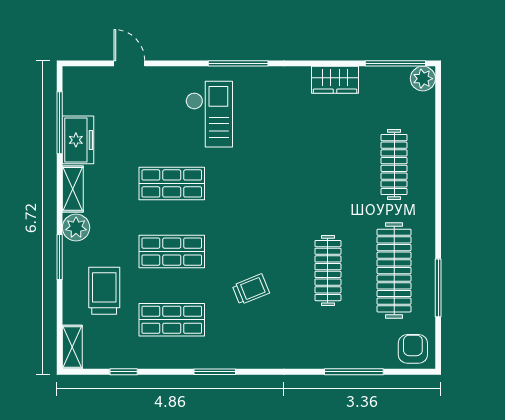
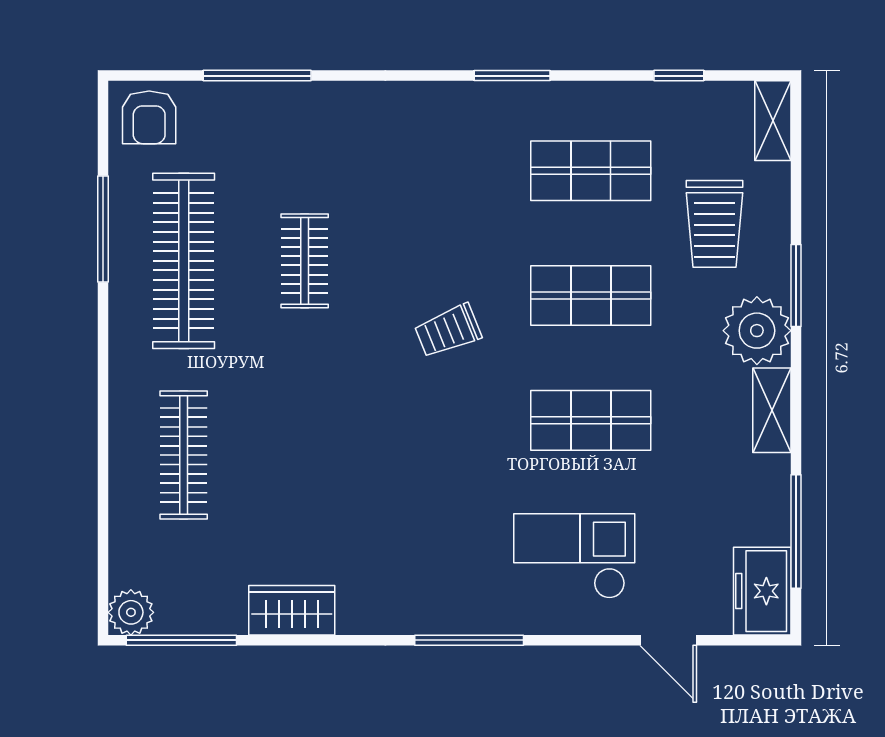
checkout: (209, 114) -> (574, 556), moved, turned 90
freezer: (78, 140) -> (762, 591), moved
plant: (76, 228) -> (757, 331), width x1.36, depth x1.36
clothes rail: (328, 271) -> (305, 261), width x0.73
trolley: (251, 289) -> (448, 331), moved

